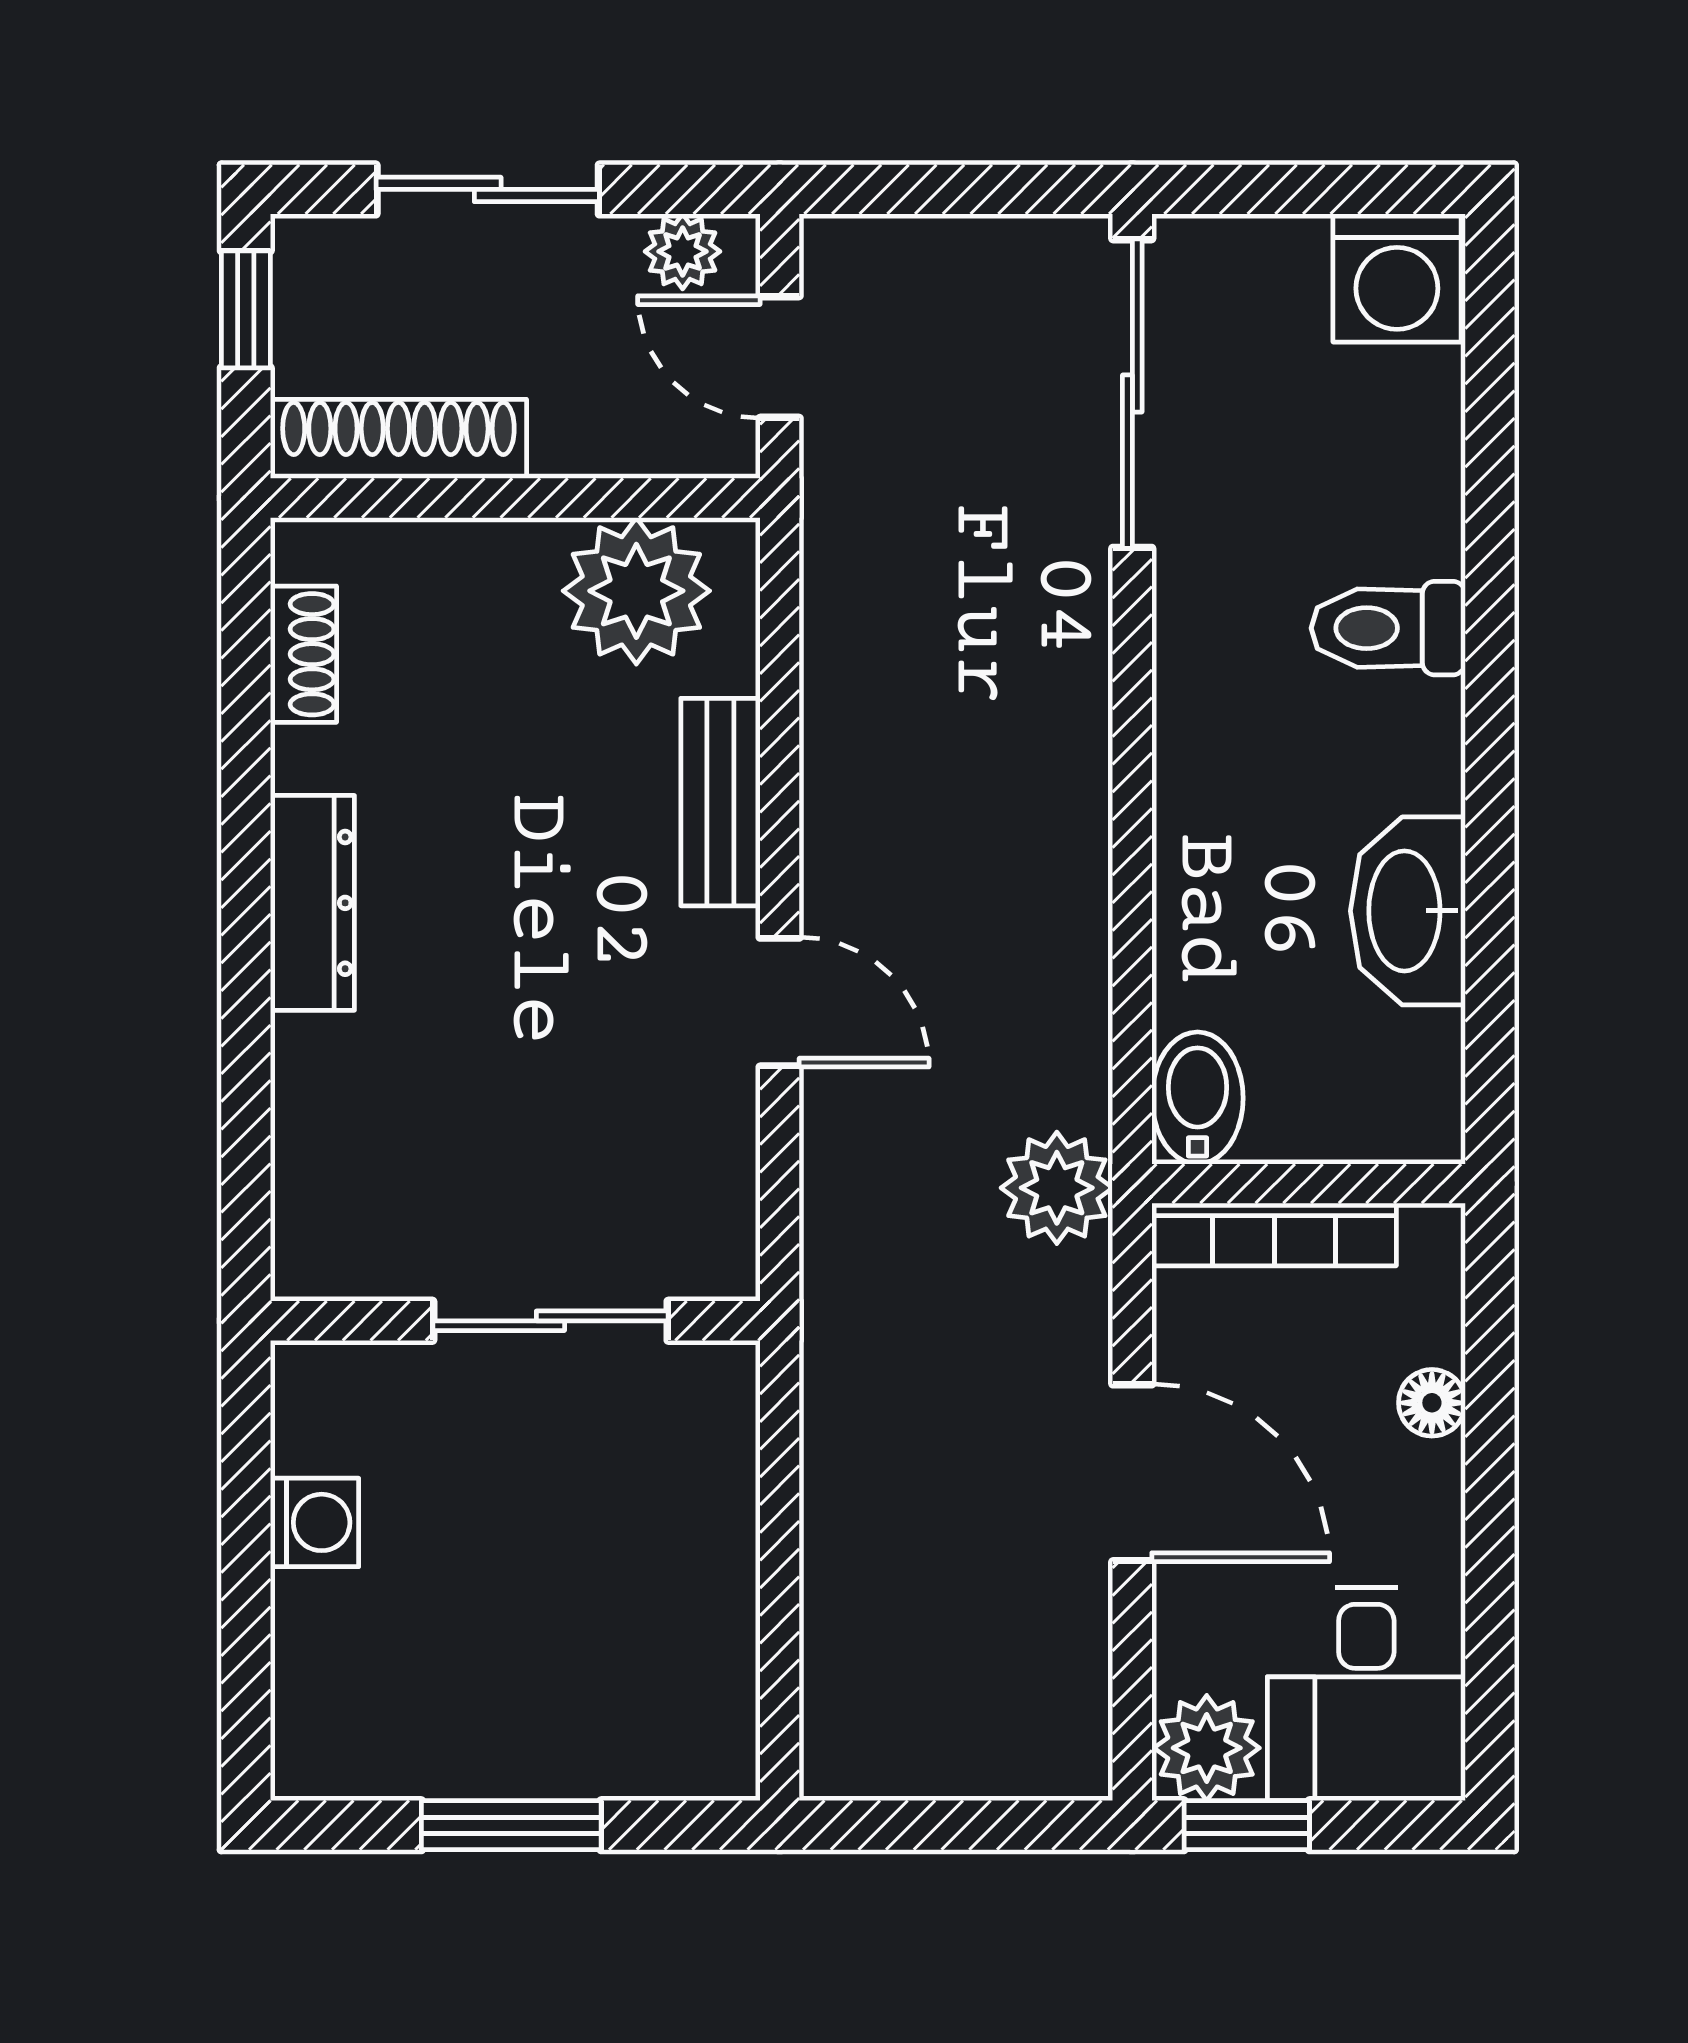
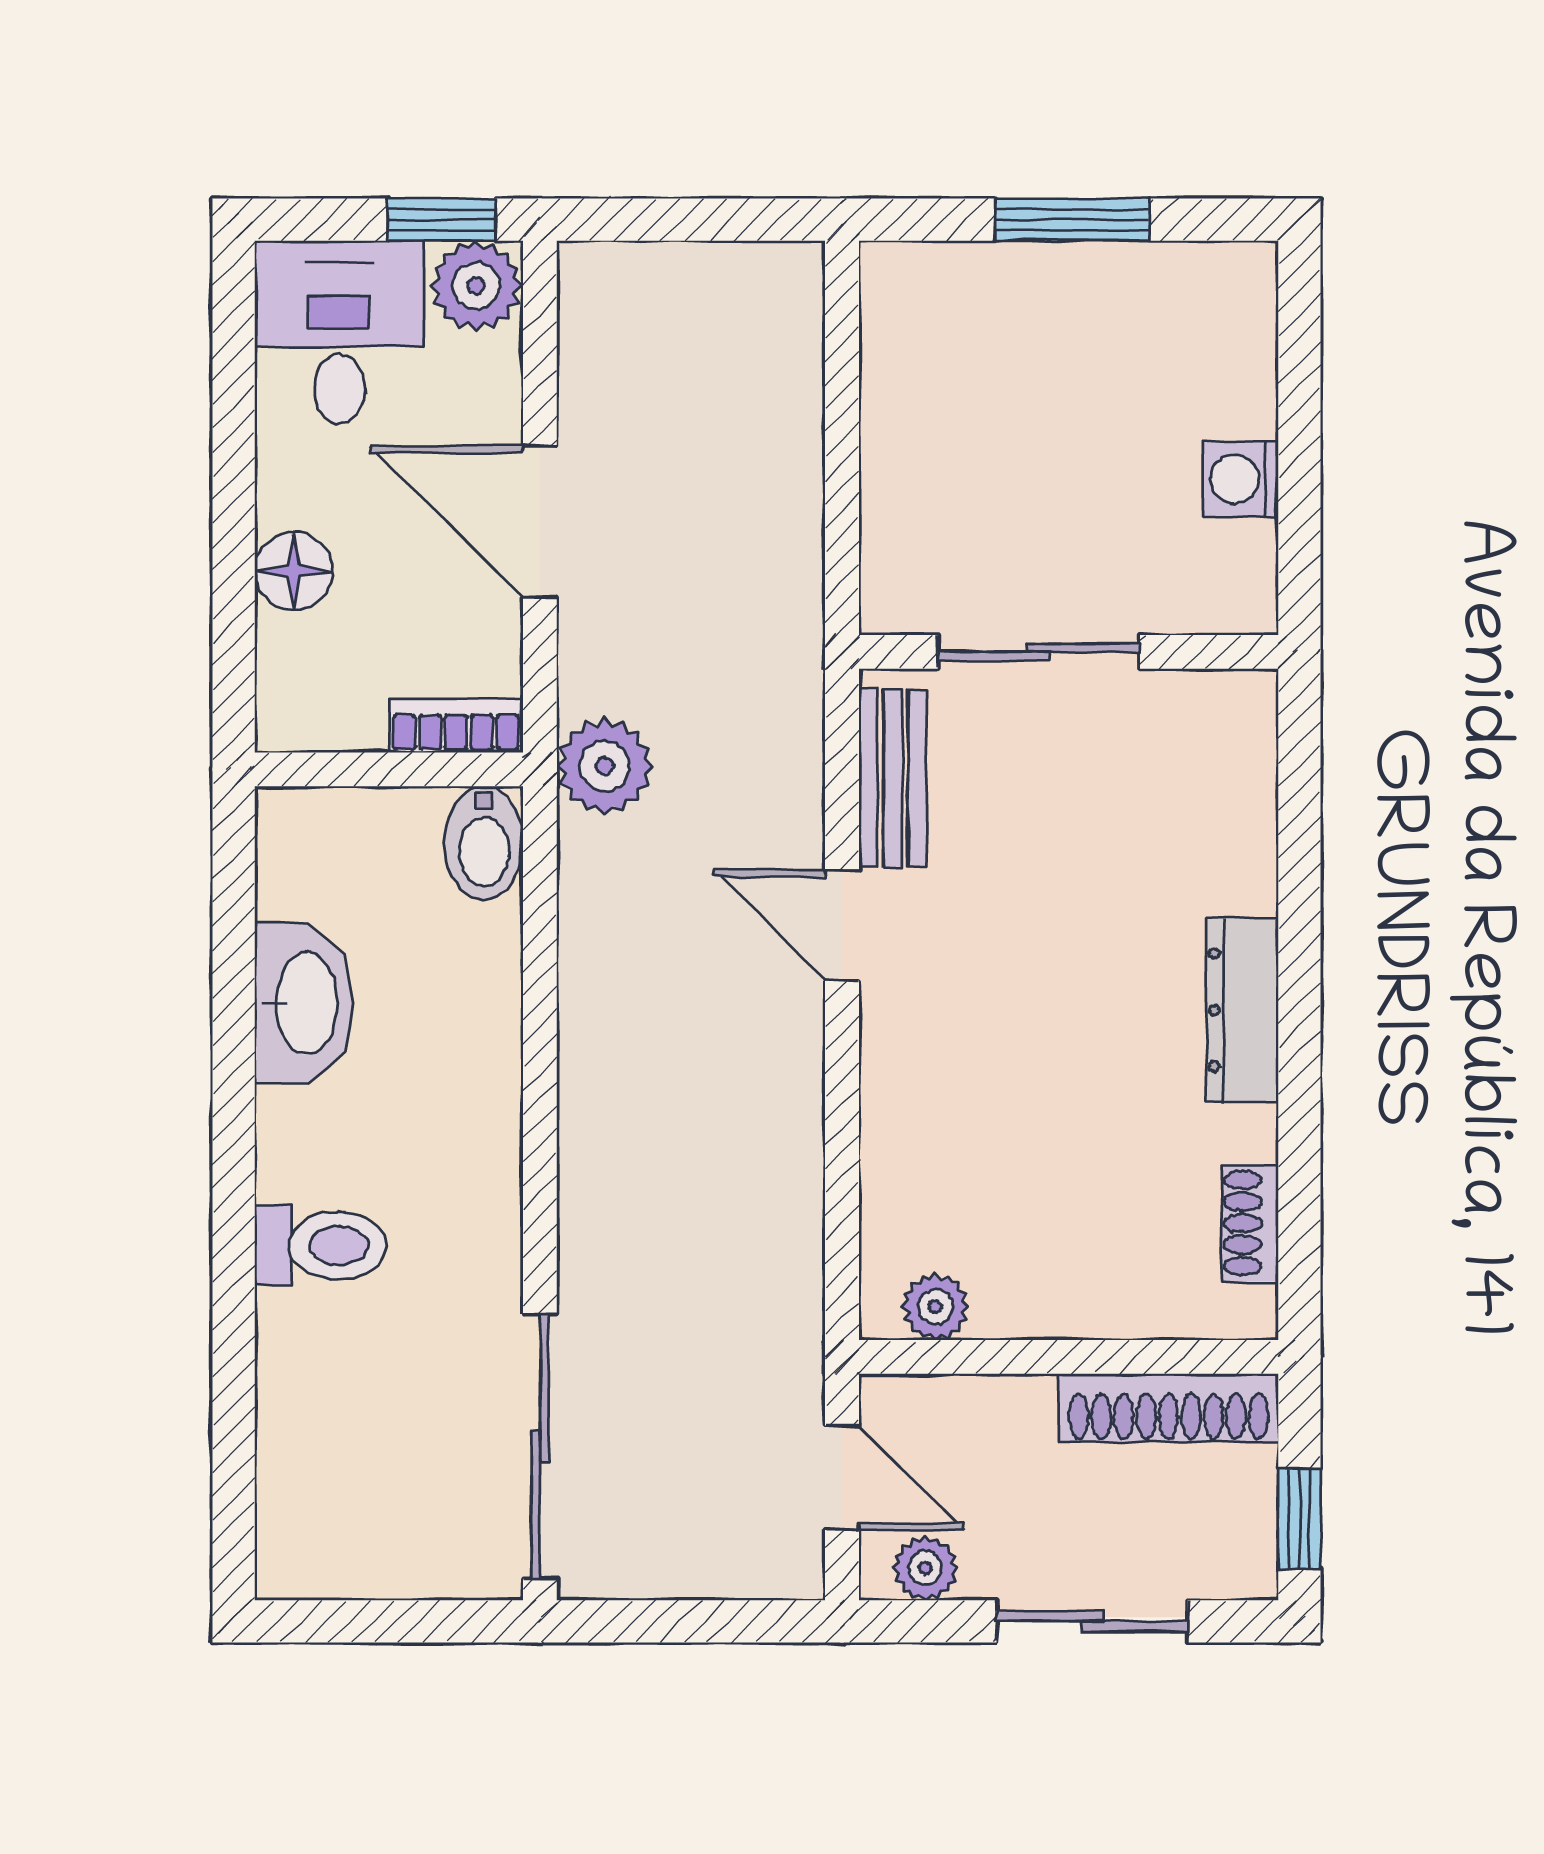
washing machine: (1397, 278) -> (313, 1545), removed
plant: (636, 591) -> (935, 1307), width x0.53, depth x0.53
bench: (720, 802) -> (893, 778), moved
bookcase: (1274, 1235) -> (456, 726), width x0.64
floor lamp: (1432, 1403) -> (294, 571), width x1.37, depth x1.37

